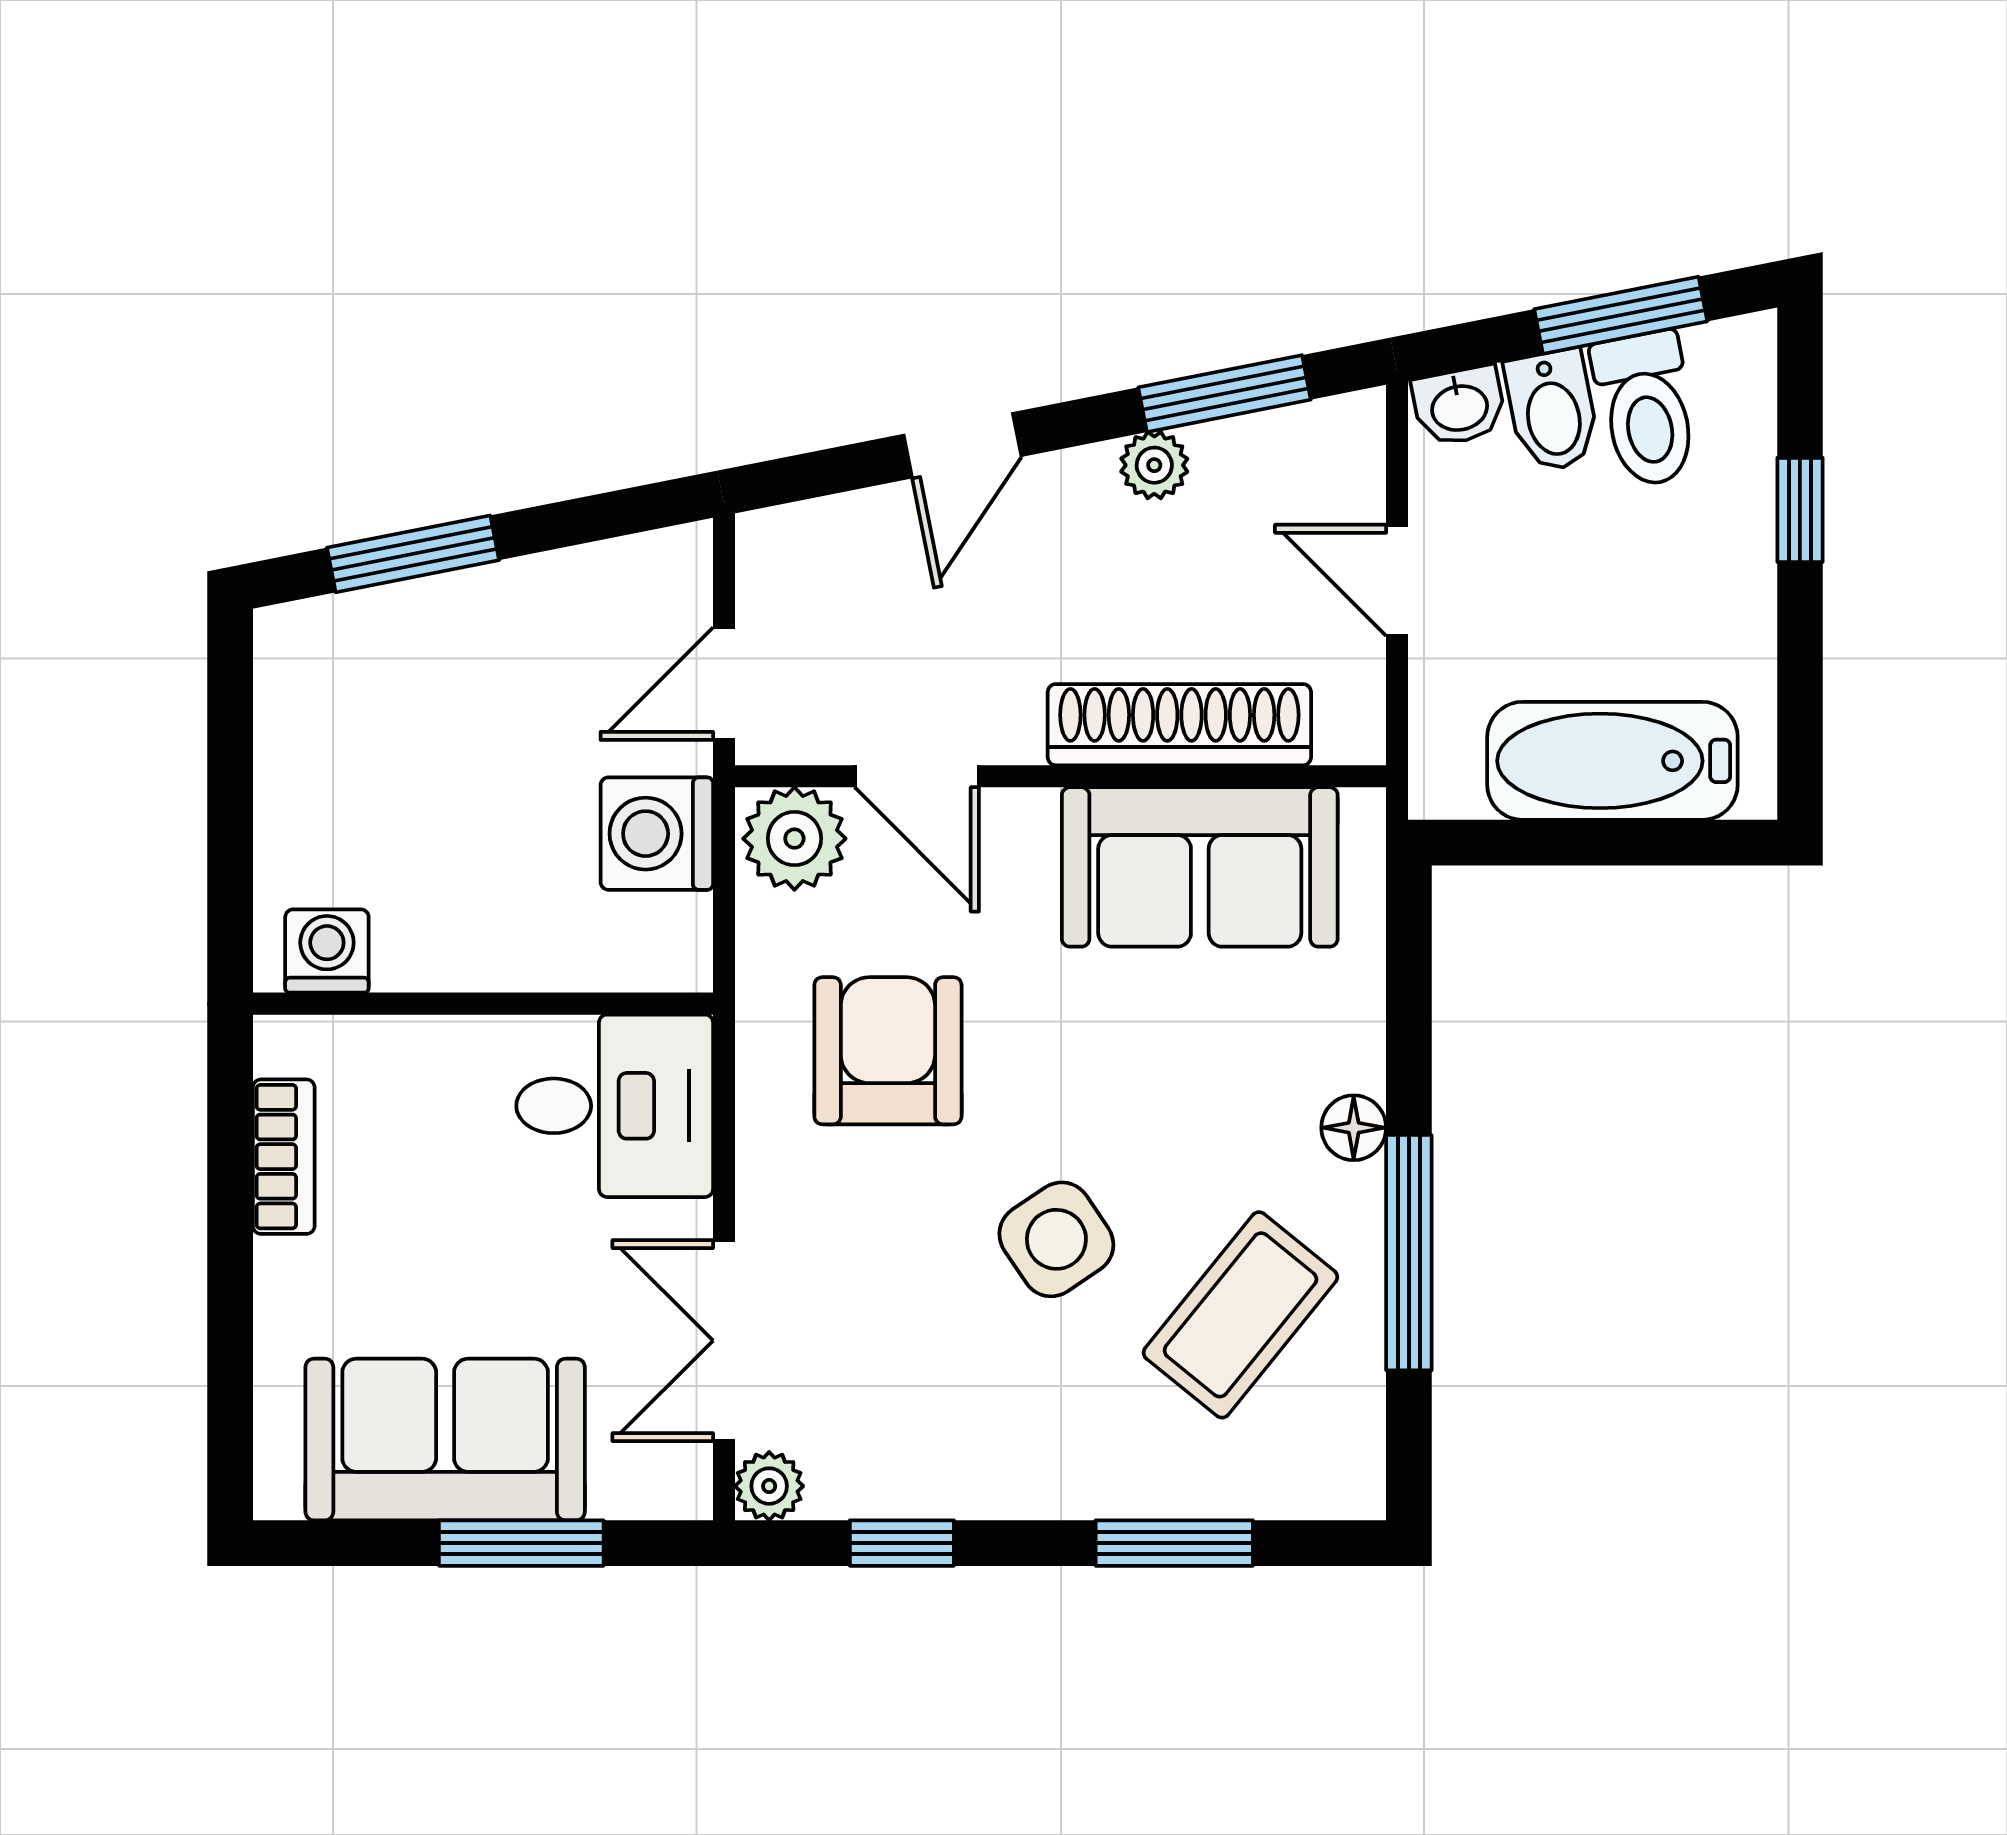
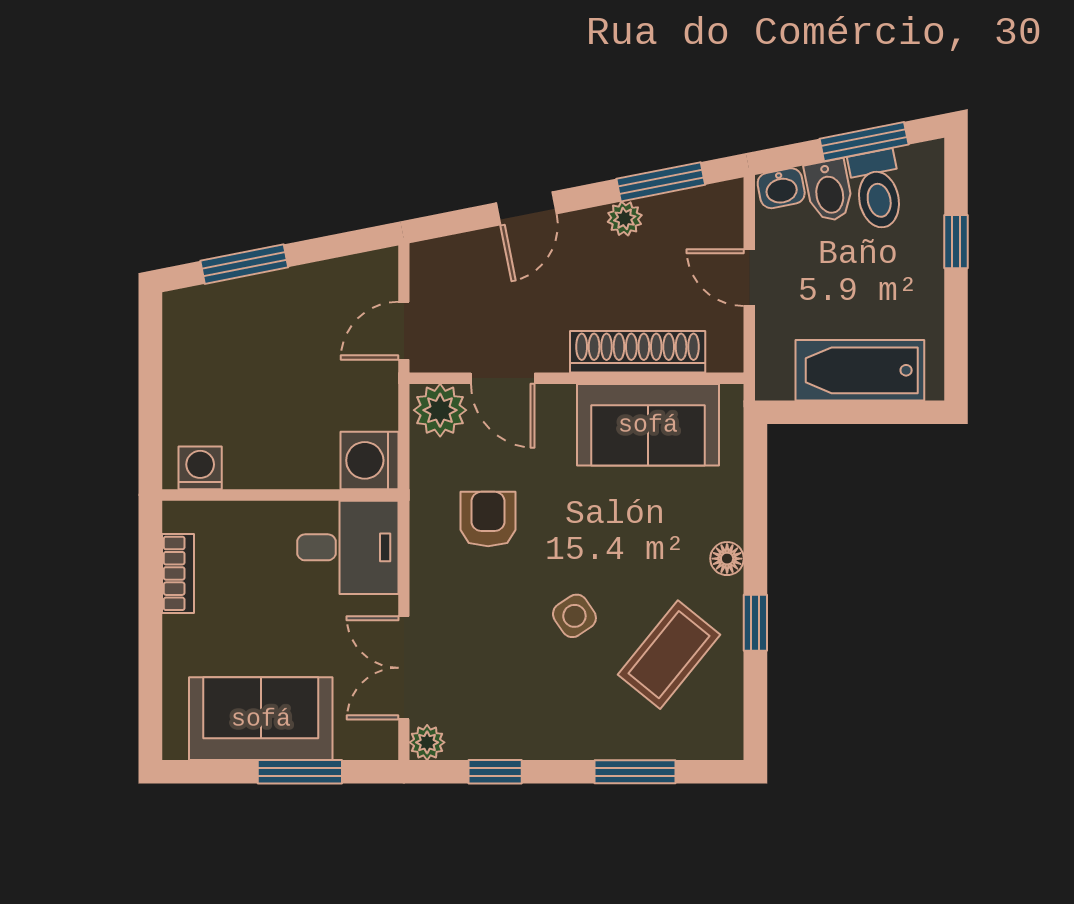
washing machine: (657, 834) -> (369, 460), moved
armchair: (888, 1051) -> (488, 519), width x0.72, depth x0.72
side table: (1056, 1239) -> (574, 616), width x0.73, depth x0.73
window: (1409, 1253) -> (755, 623), width x0.46

